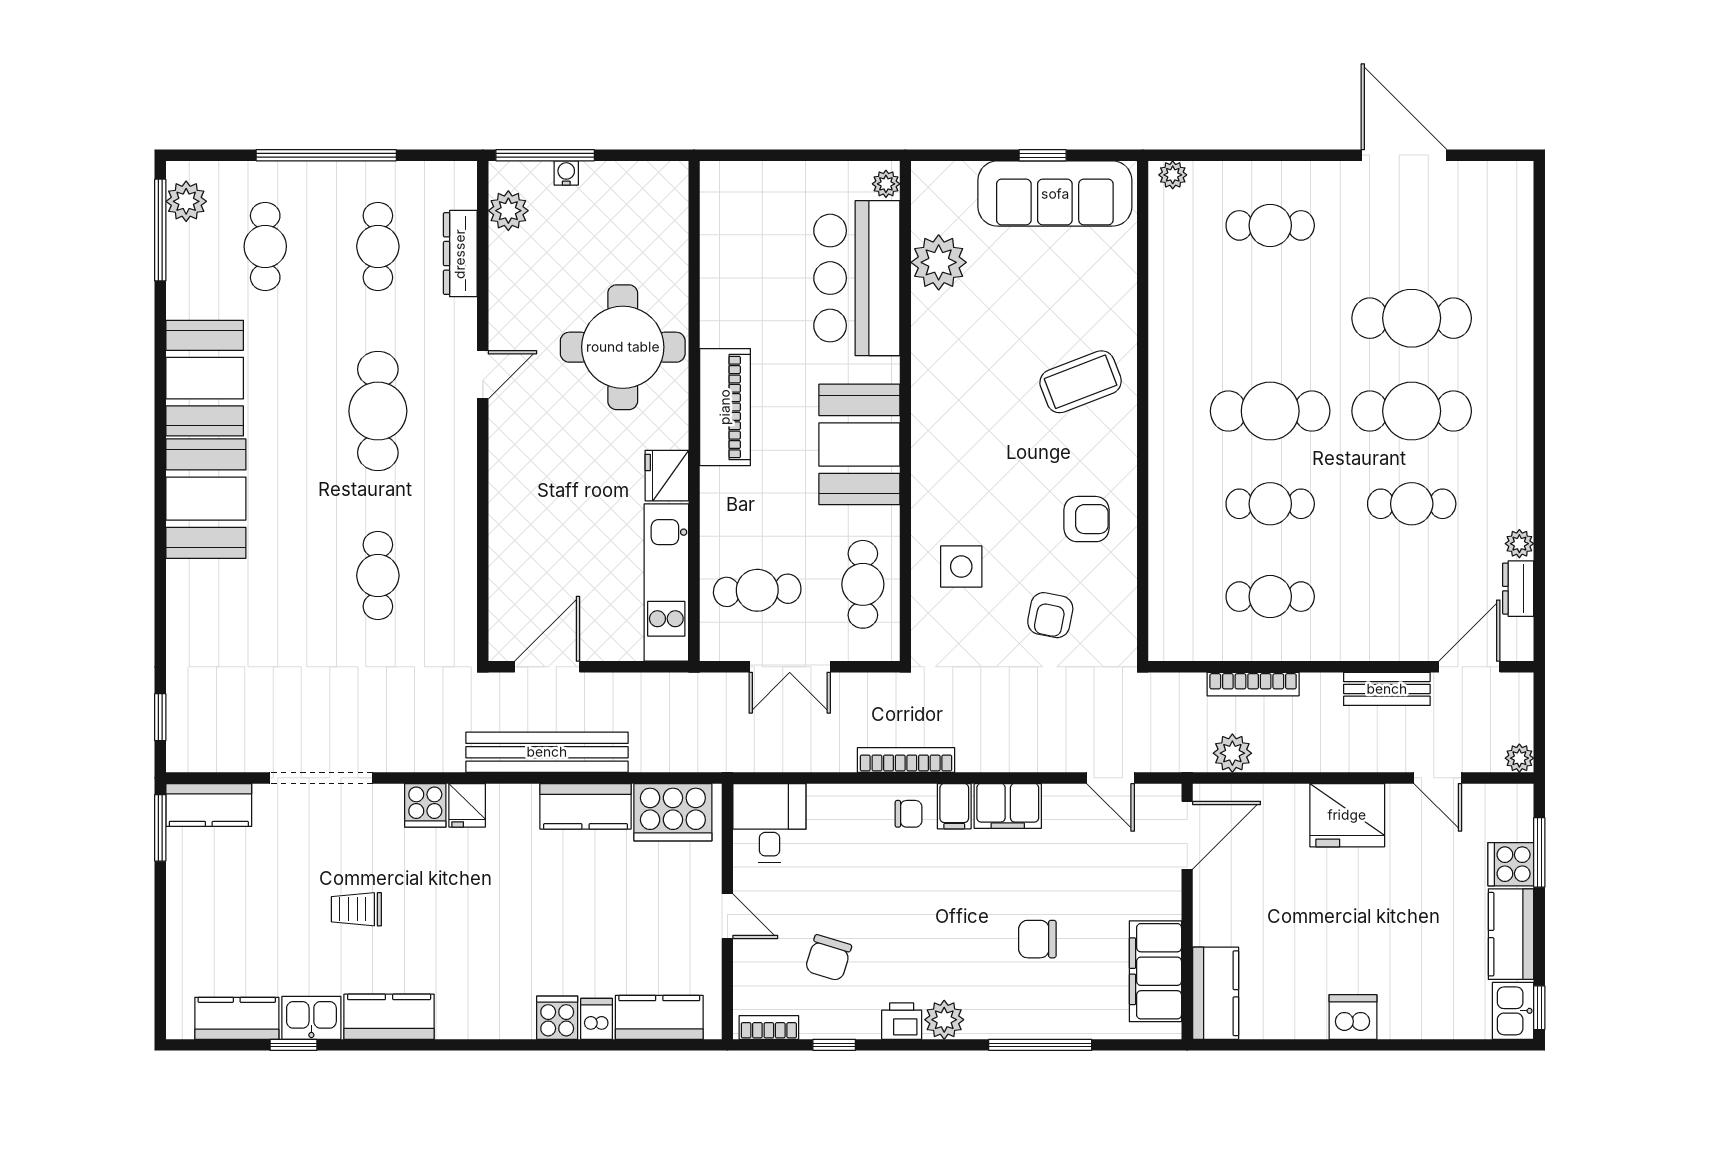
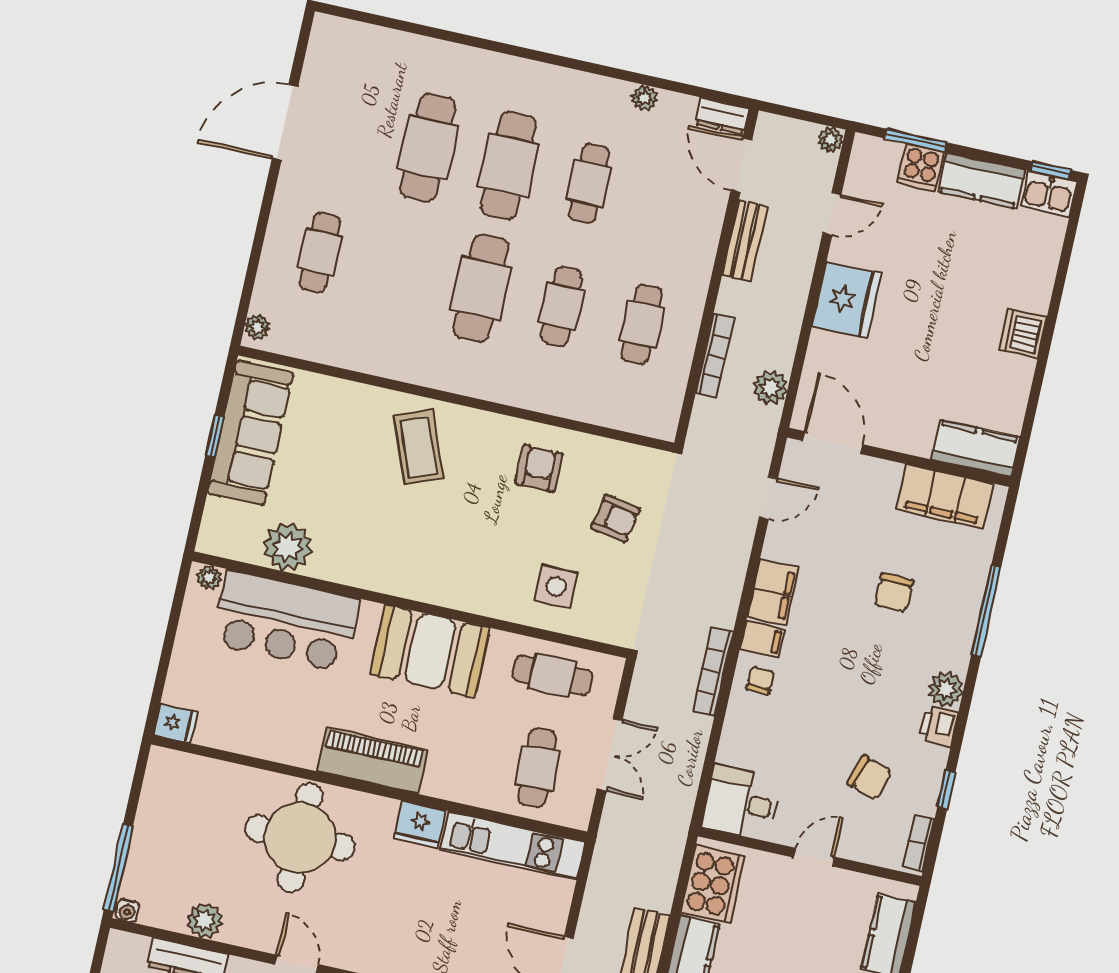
water cooler: (566, 173) -> (127, 910), moved, turned -90
fridge: (718, 182) -> (175, 723), added
plant: (508, 211) -> (205, 921), moved
dresser: (1518, 589) -> (722, 116), moved

